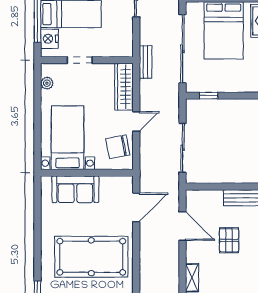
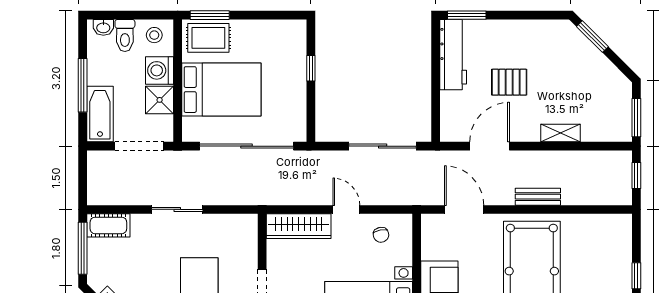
bench: (146, 62) -> (538, 197), moved
window: (209, 96) -> (311, 68), moved
chair: (118, 147) -> (381, 235), width x0.54, depth x0.54

